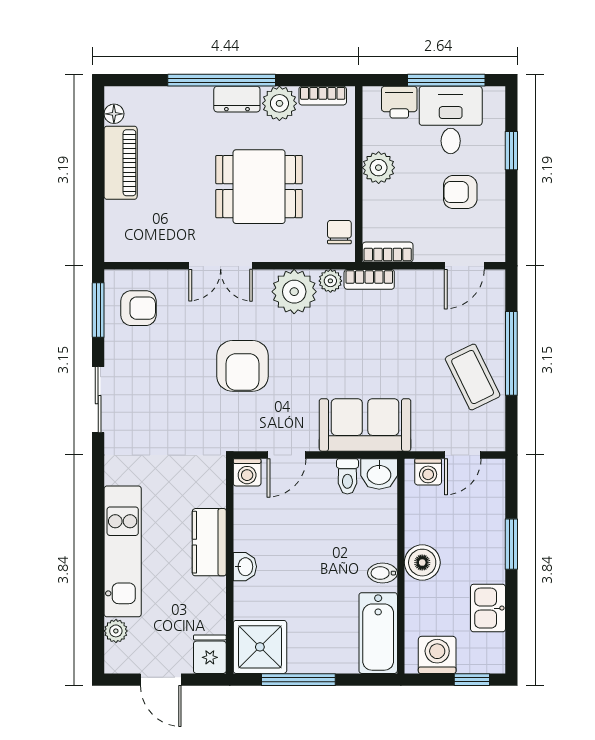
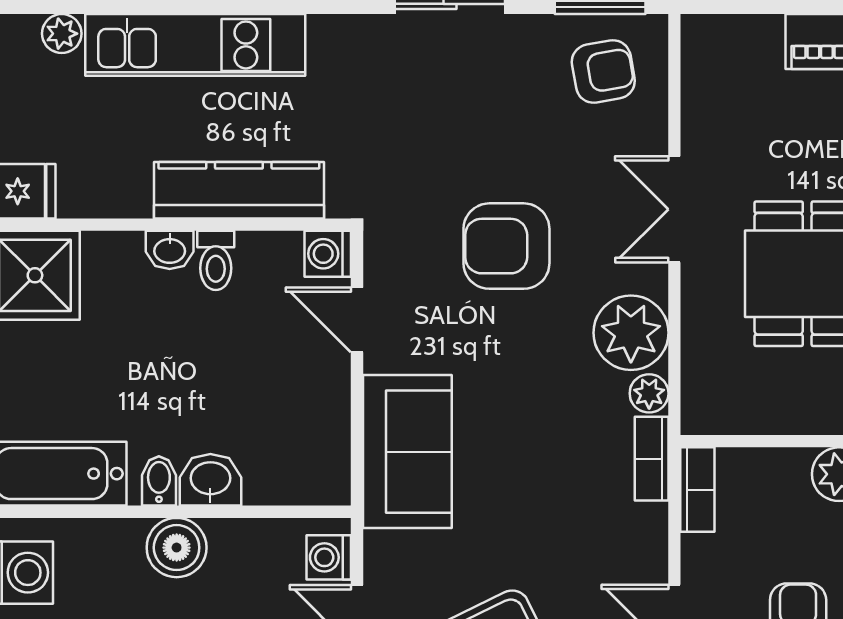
chair: (339, 232) -> (731, 409), removed
armchair: (138, 308) -> (603, 71), turned -100
washbasin: (379, 474) -> (210, 480), moved, turned 90
toilet: (347, 476) -> (216, 260), moved, turned -90
kitchen counter: (209, 542) -> (239, 190), width x1.50

